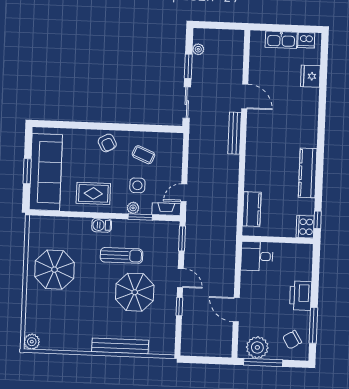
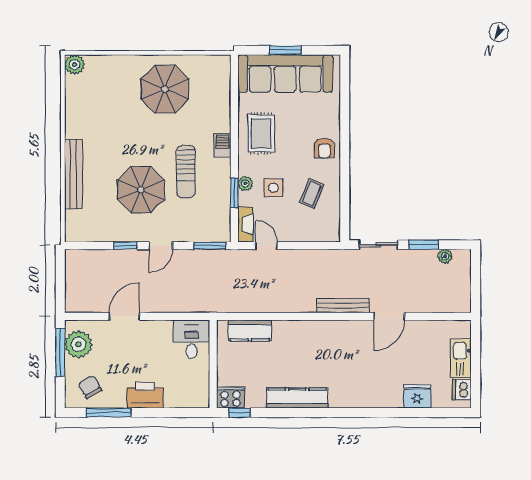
armchair: (107, 143) -> (324, 148), turned -61

